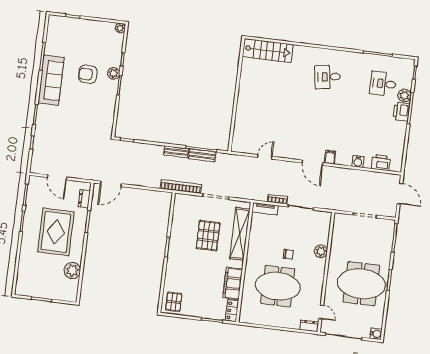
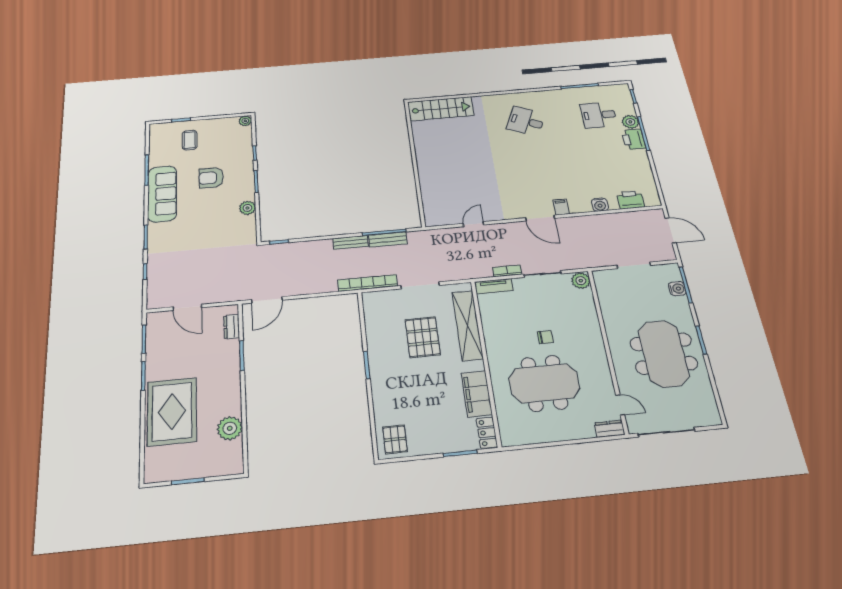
coffee table: (77, 37) -> (190, 140), added
plant: (114, 73) -> (247, 208), moved
desk: (327, 77) -> (526, 121), turned 33
rug: (56, 232) -> (172, 412), moved
plant: (321, 251) -> (581, 281), moved
meeting table: (361, 284) -> (664, 354), turned 90
water cooler: (376, 334) -> (677, 289), moved

